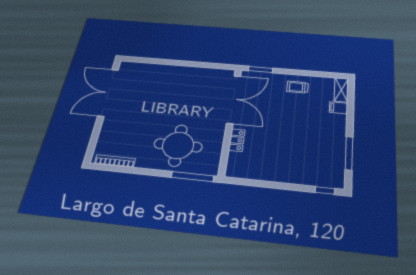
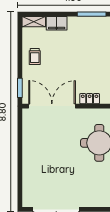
filing cabinet: (339, 108) -> (57, 23), width x2.00

